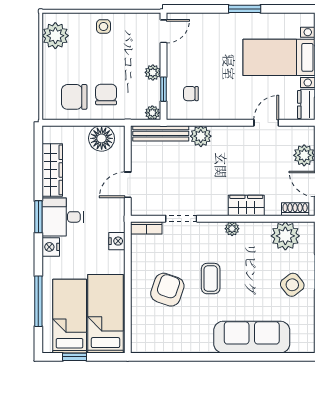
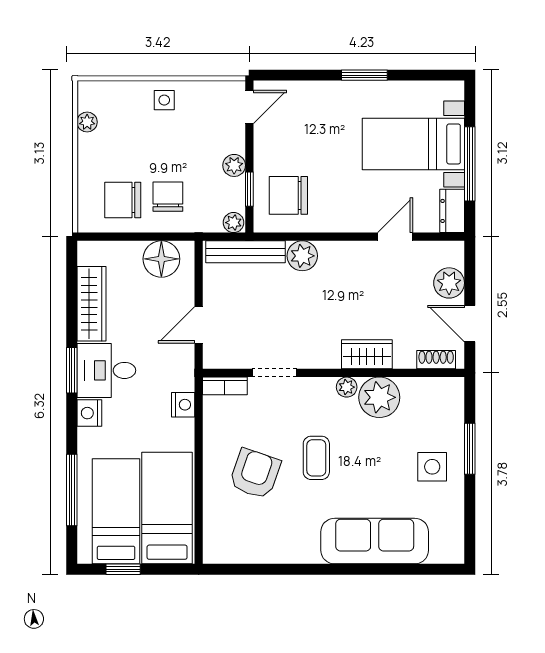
plant: (55, 36) -> (87, 122), width x0.53, depth x0.53
chair: (191, 94) -> (288, 195), width x1.87, depth x1.87
plant: (285, 236) -> (379, 397), moved
side table: (292, 285) -> (432, 467), turned 38

